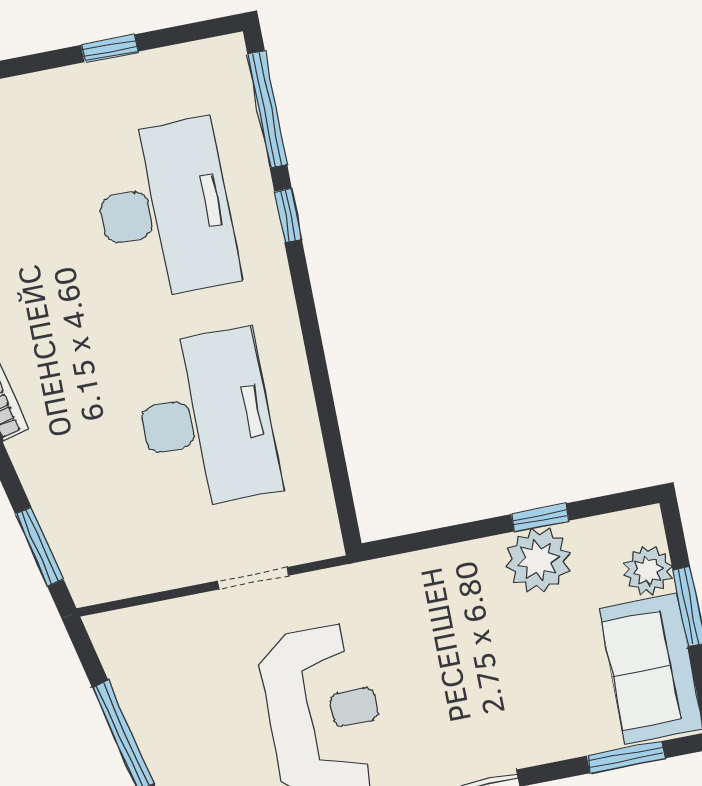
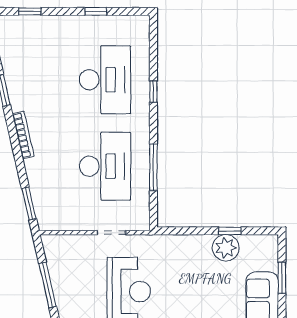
window: (267, 109) -> (153, 167), moved
plant: (648, 571) -> (268, 260), removed

